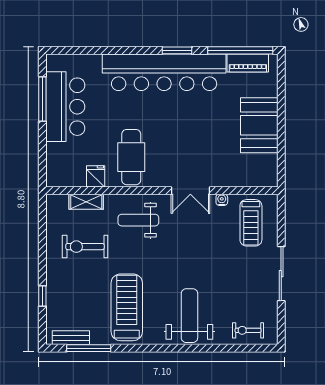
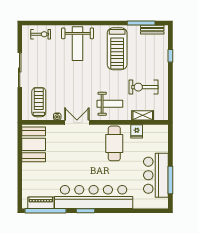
booth: (259, 125) -> (34, 144), moved
exercise bike: (85, 247) -> (143, 87), turned 180

